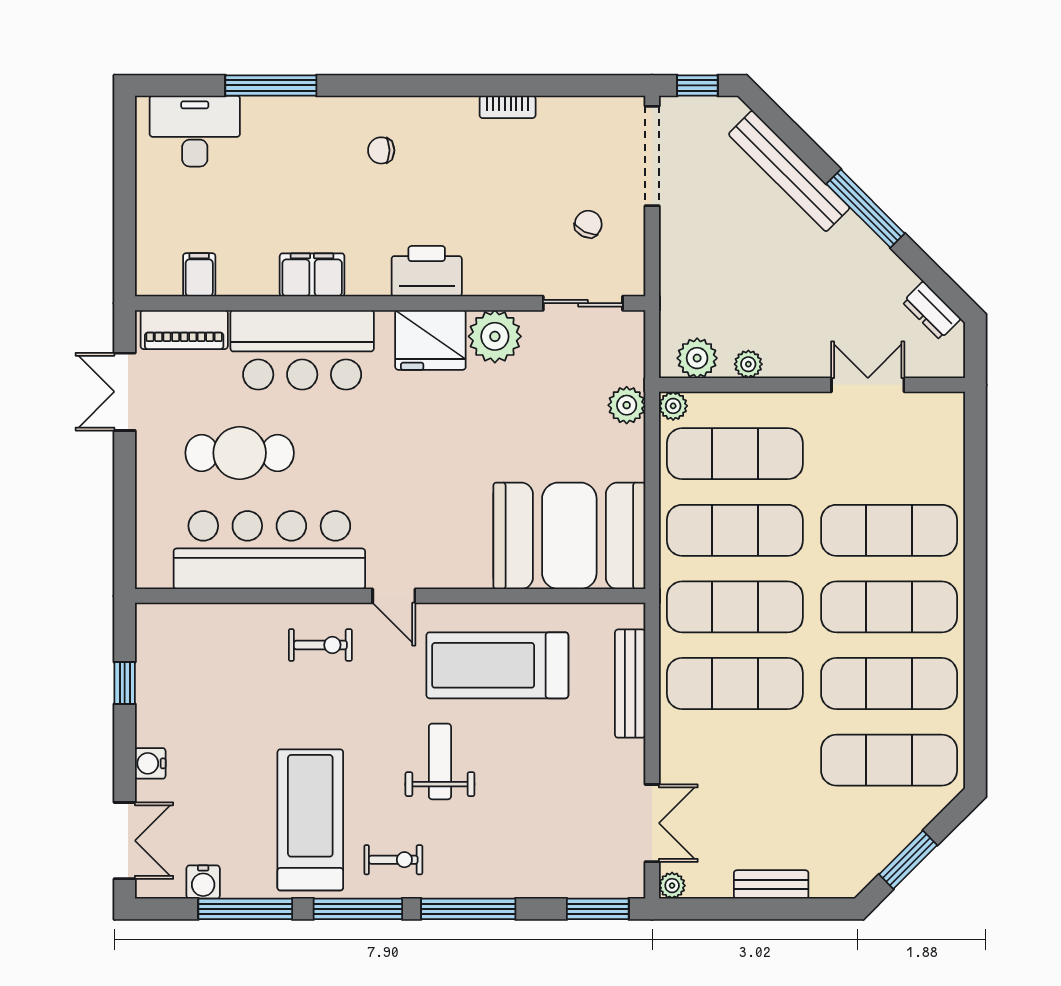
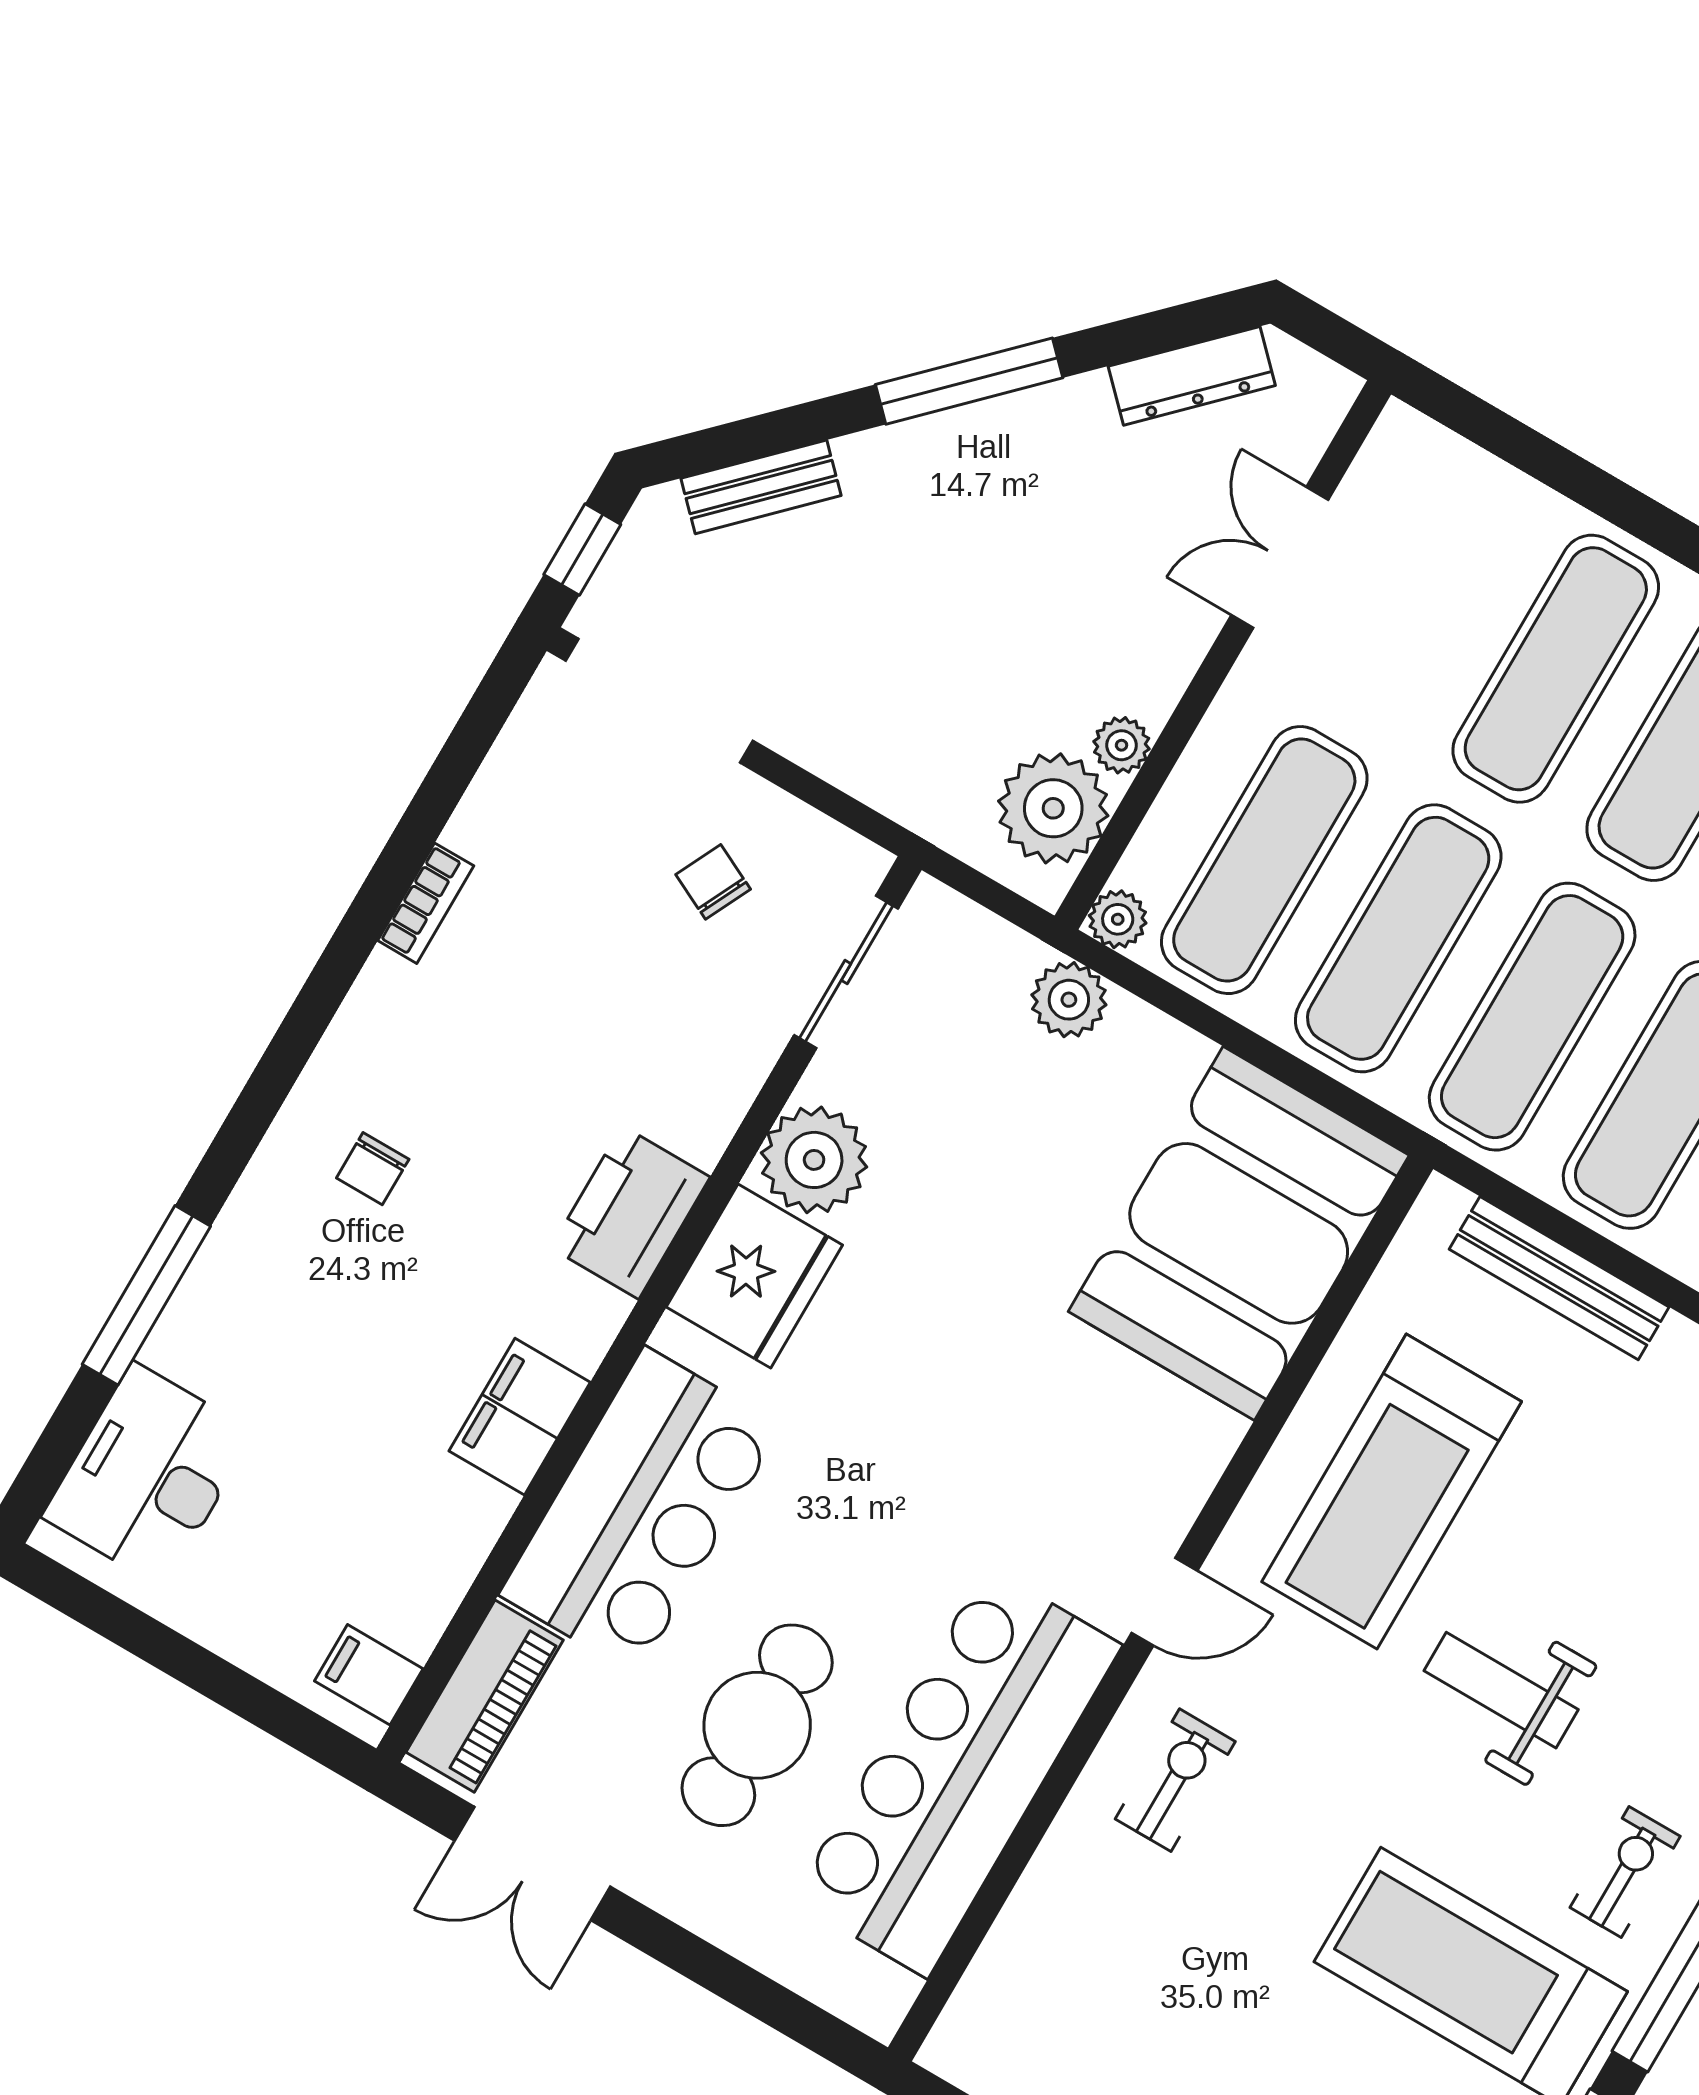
bench: (789, 171) -> (761, 487), width x0.54, depth x0.82
filing cabinet: (199, 275) -> (369, 1675), moved
dresser: (932, 310) -> (1192, 376), width x1.44
plant: (697, 358) -> (1053, 808), width x1.36, depth x1.36

